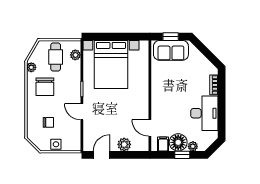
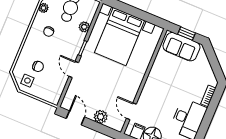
plant: (75, 55) -> (84, 27), moved
chair: (45, 87) -> (49, 32), width x0.54, depth x0.54
side table: (56, 144) -> (27, 81), moved
door: (102, 155) -> (75, 118), hinge flipped

